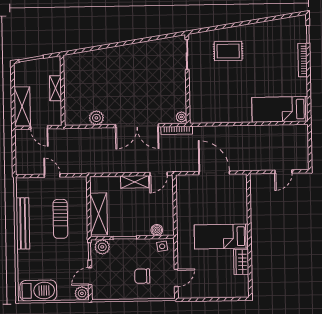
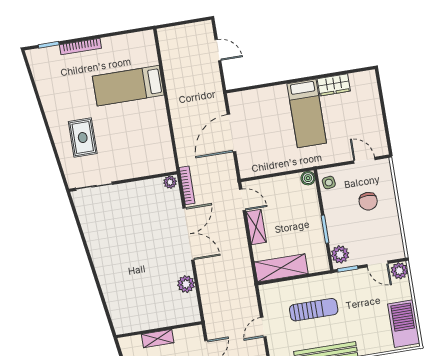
bed: (280, 109) -> (128, 86), moved, turned 90
shelving: (99, 214) -> (281, 268), moved
boiler: (157, 230) -> (308, 178), moved

